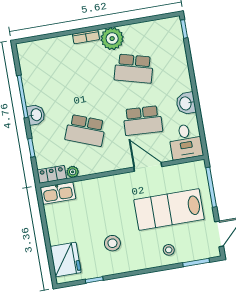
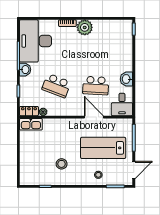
school desk: (134, 69) -> (96, 50), removed
desk: (44, 71) -> (36, 41), added
fridge: (66, 259) -> (28, 169), removed

